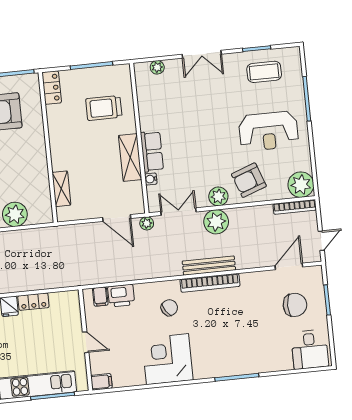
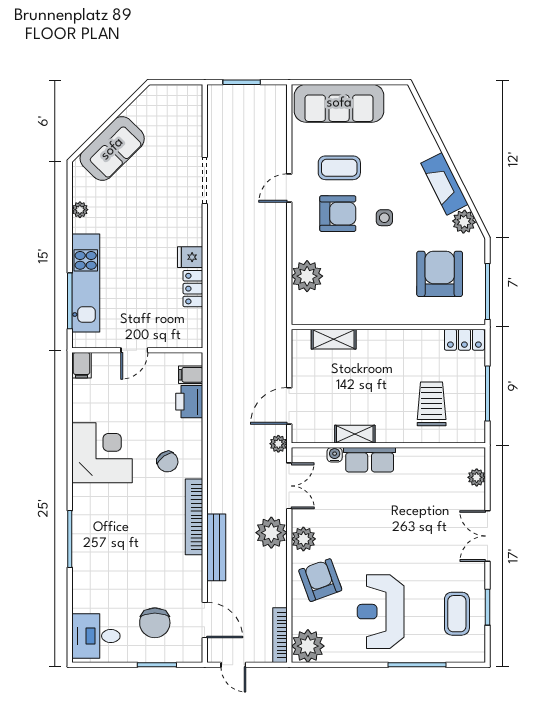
shelving: (130, 157) -> (355, 434), width x0.67, depth x0.75
bench: (209, 266) -> (216, 547), moved

